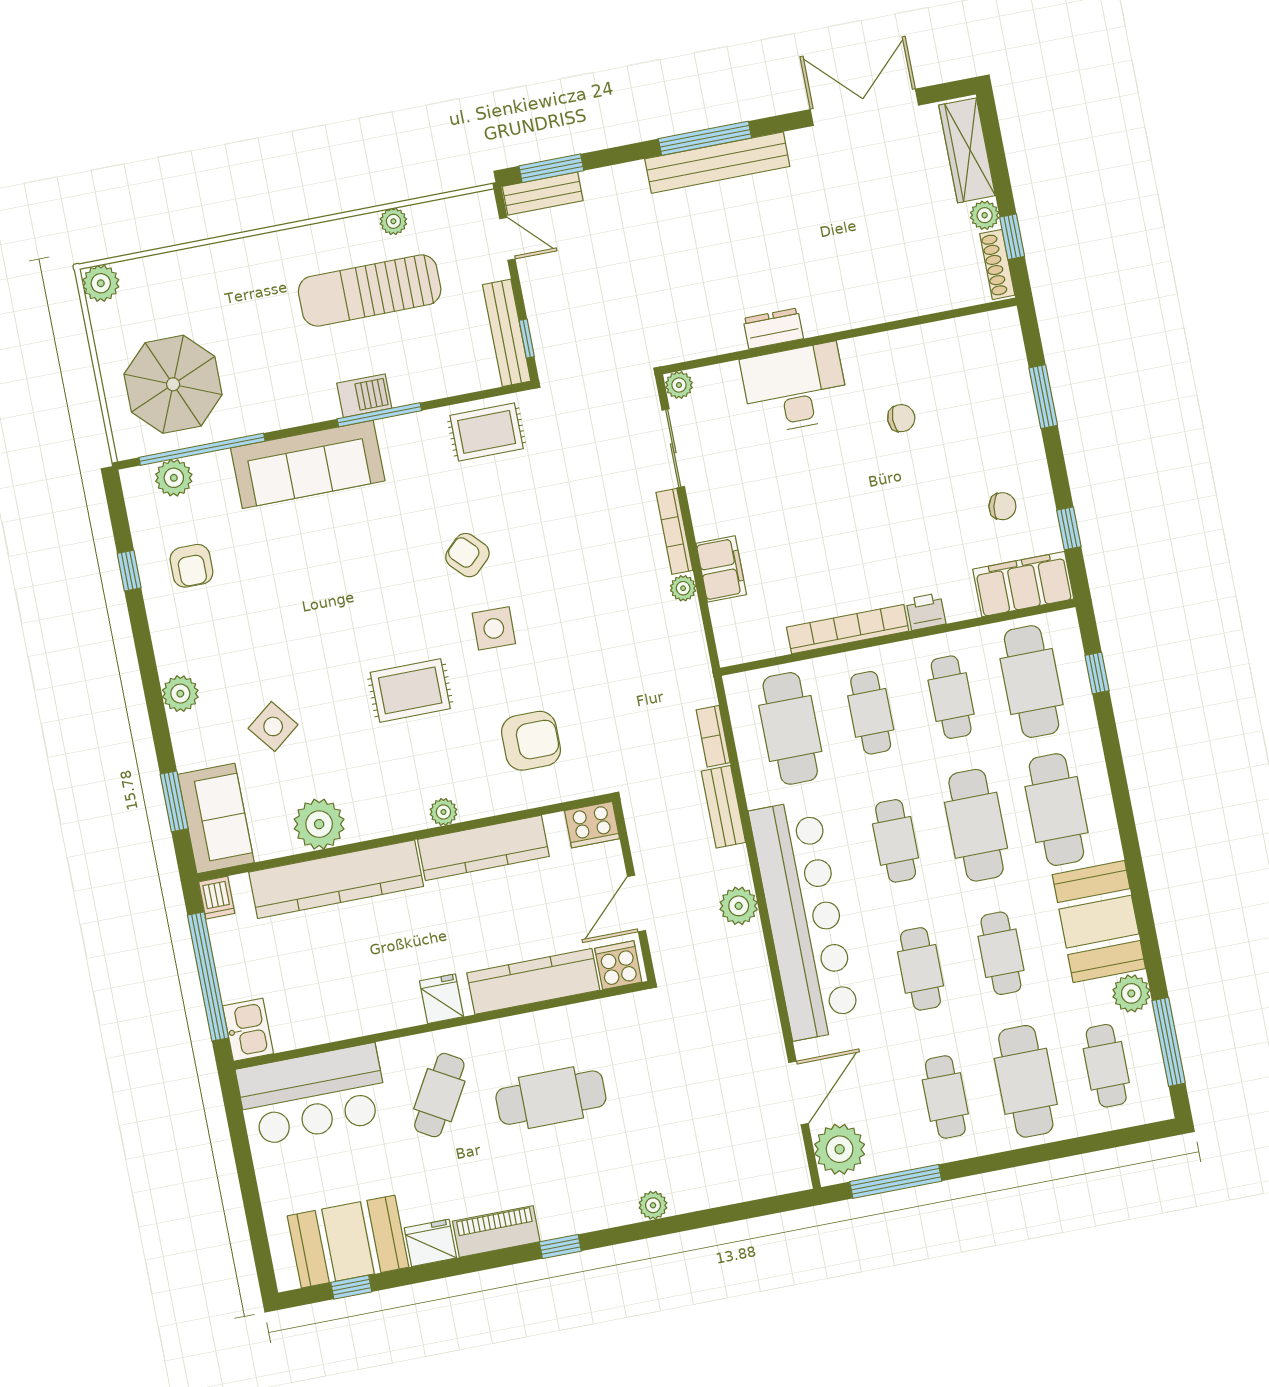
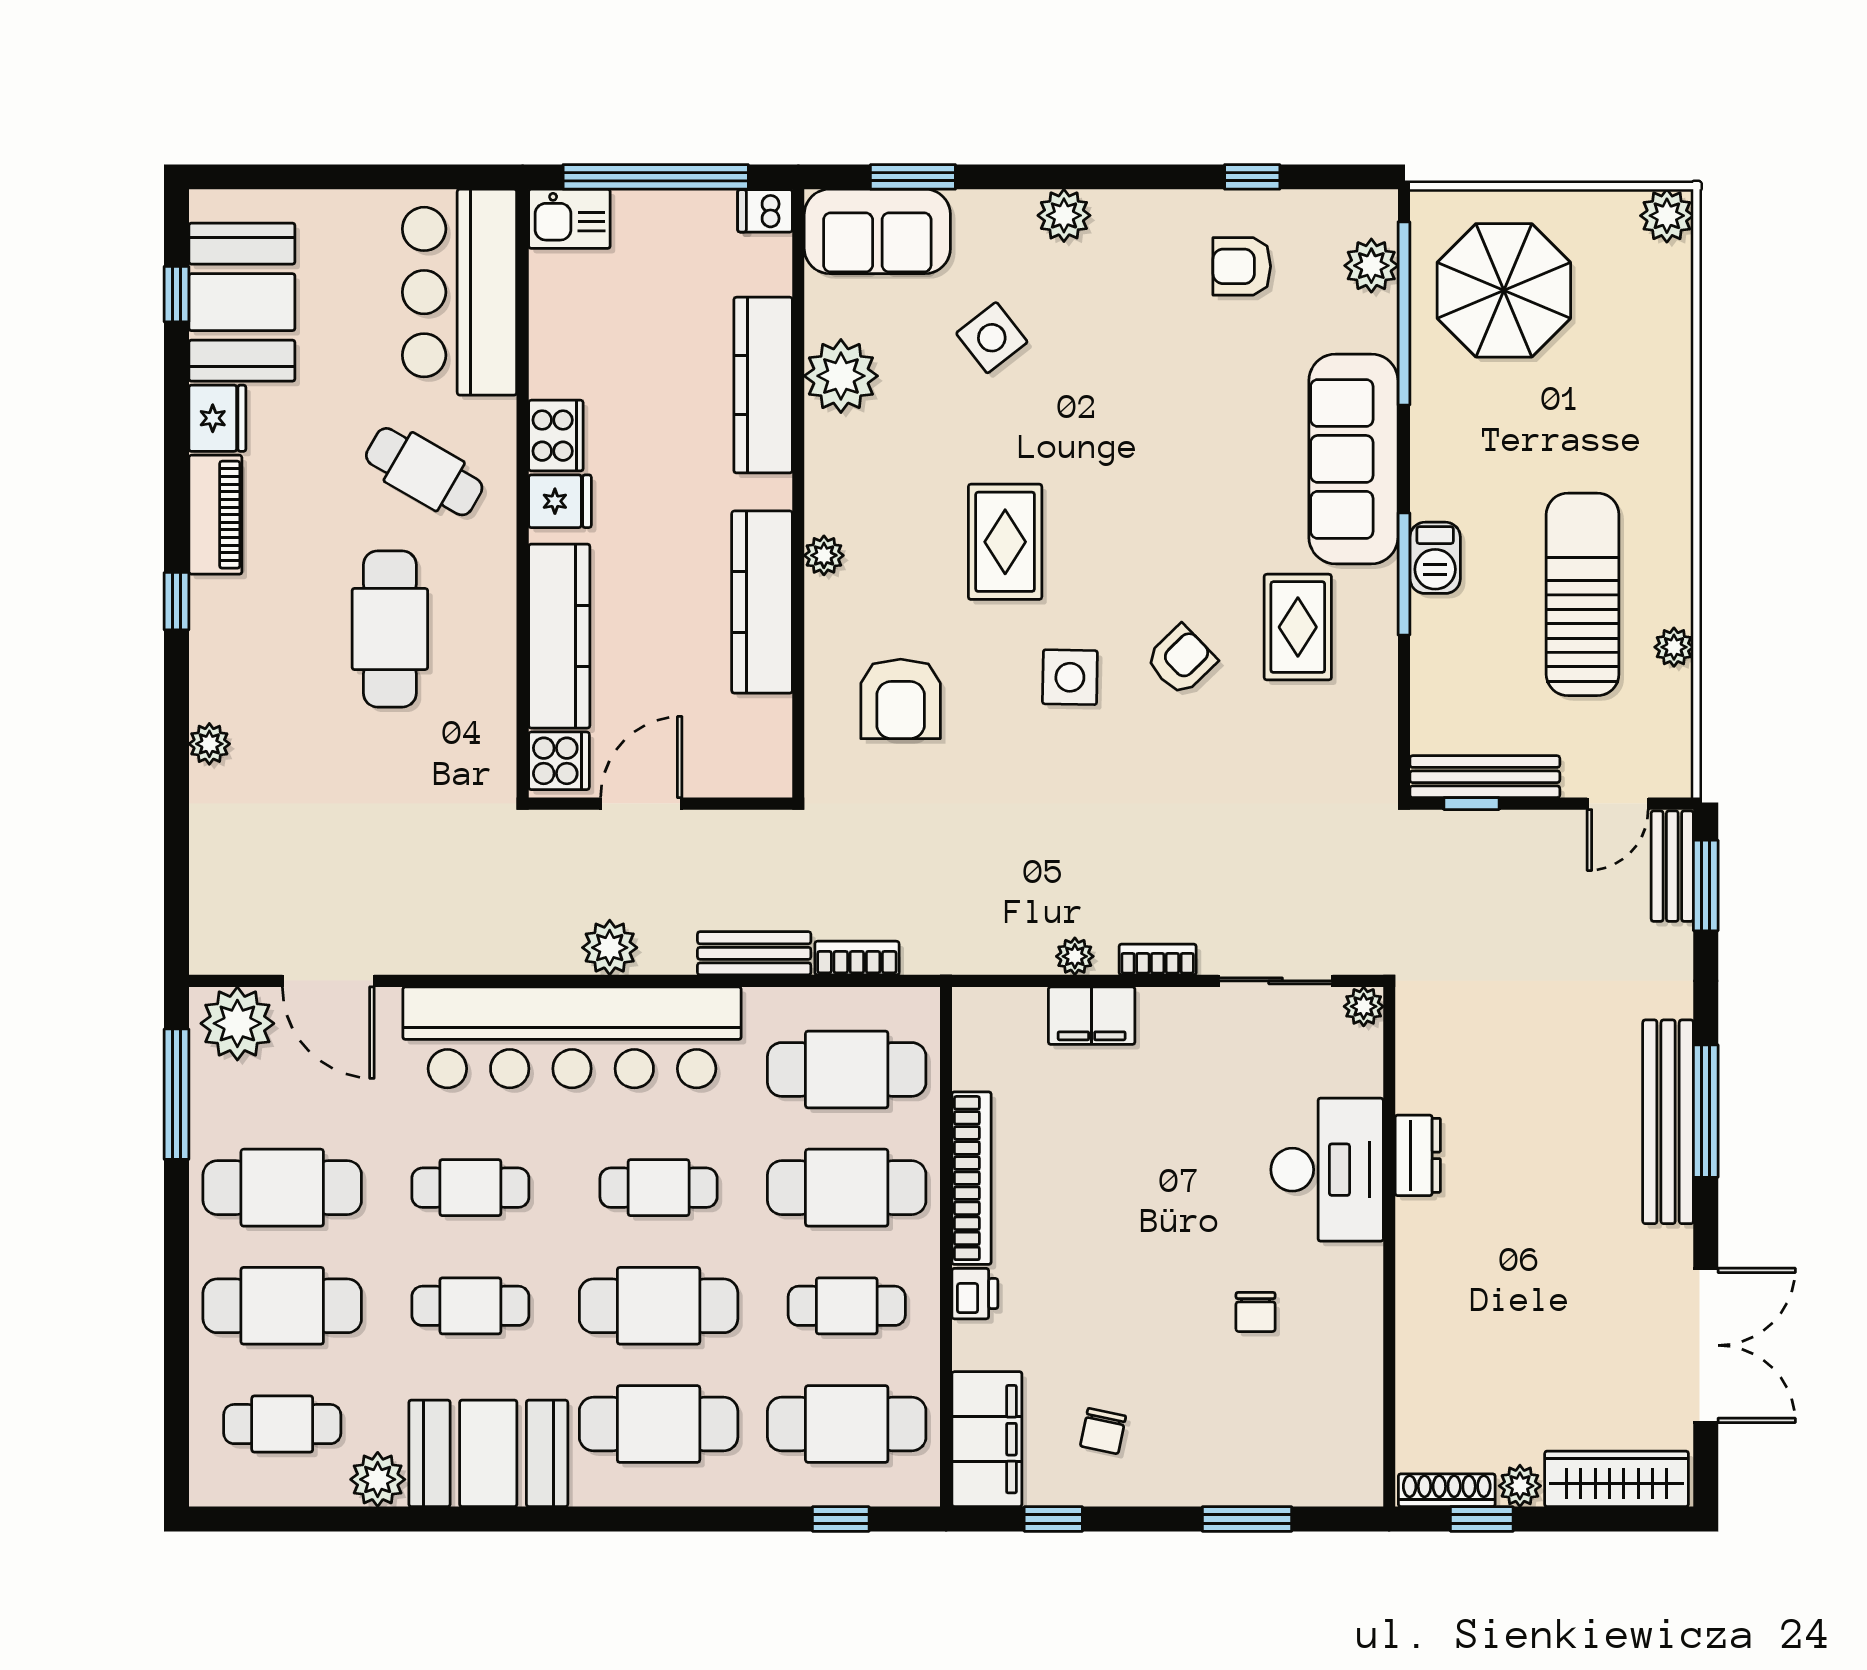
rug: (487, 432) -> (1298, 627), moved
bookcase: (674, 531) -> (1158, 960), width x0.64
cafe table: (871, 713) -> (847, 1188), width x1.37, depth x1.35
cooker: (592, 825) -> (556, 436), moved, turned 180
kitchen counter: (336, 879) -> (763, 385), width x0.72, depth x0.86
door: (637, 903) -> (641, 804), hinge flipped
window: (1169, 1042) -> (299, 1519), removed
cafe table: (945, 1097) -> (282, 1188), width x1.37, depth x1.35

